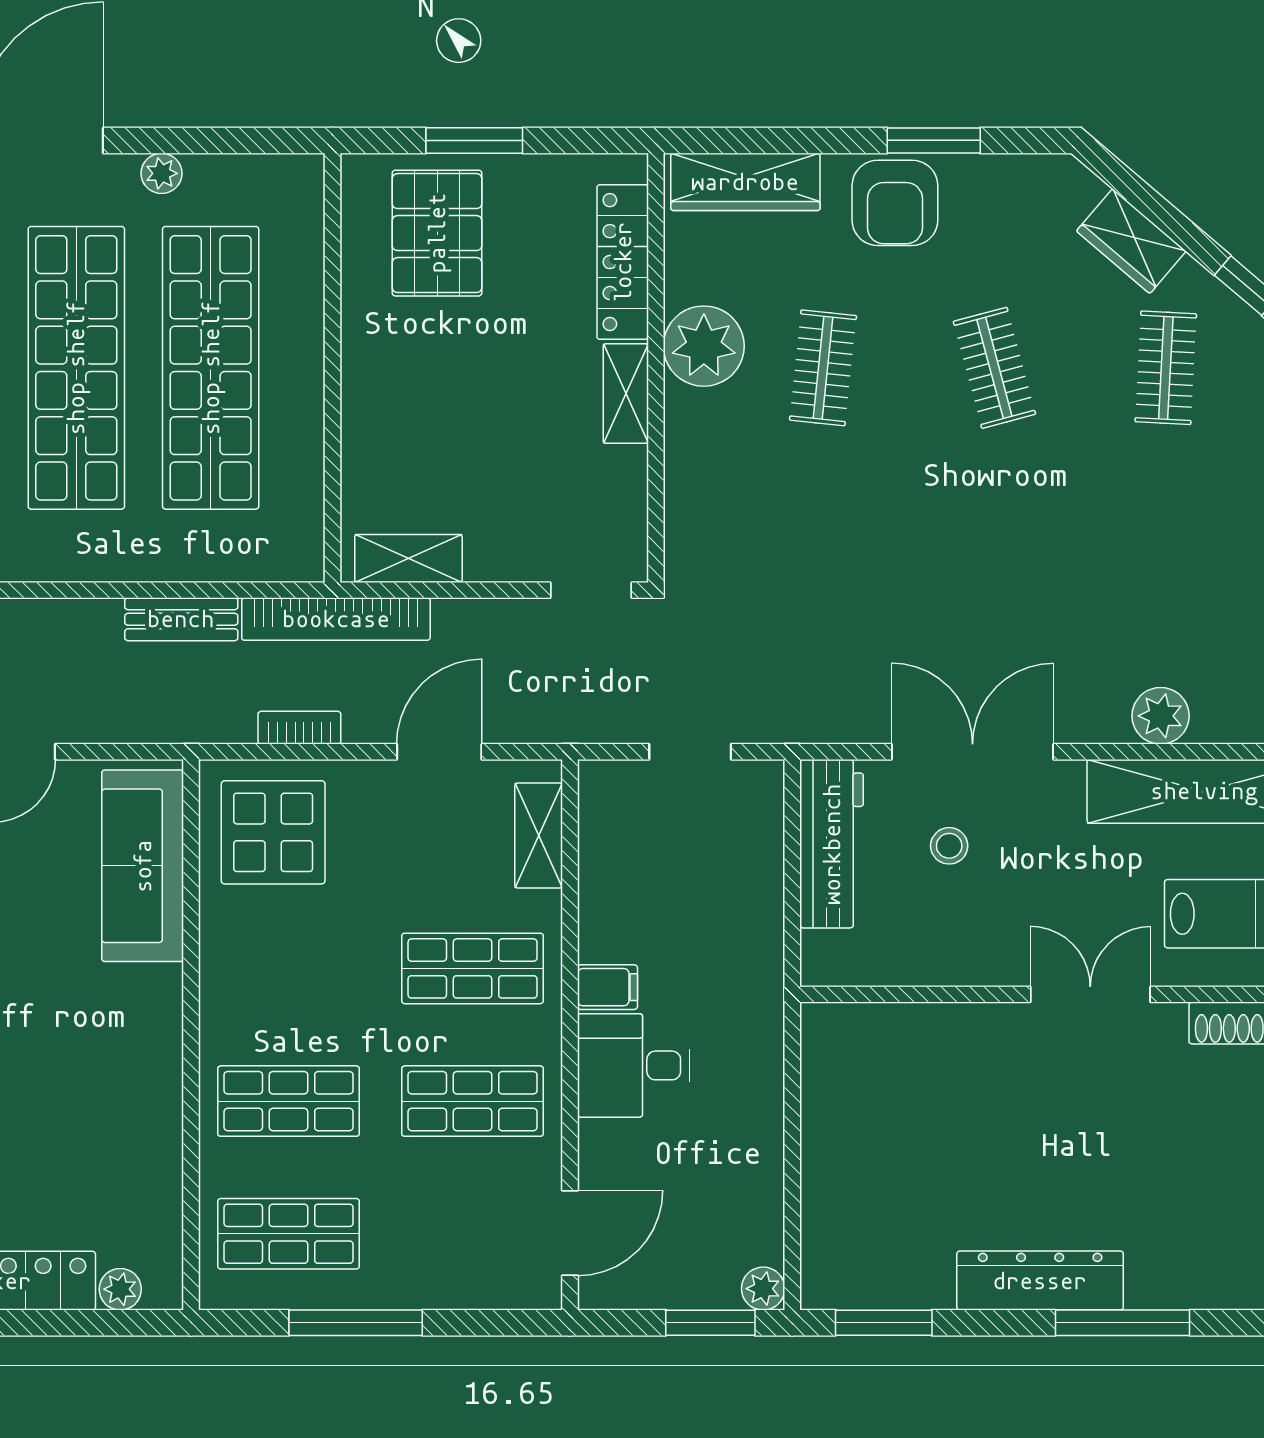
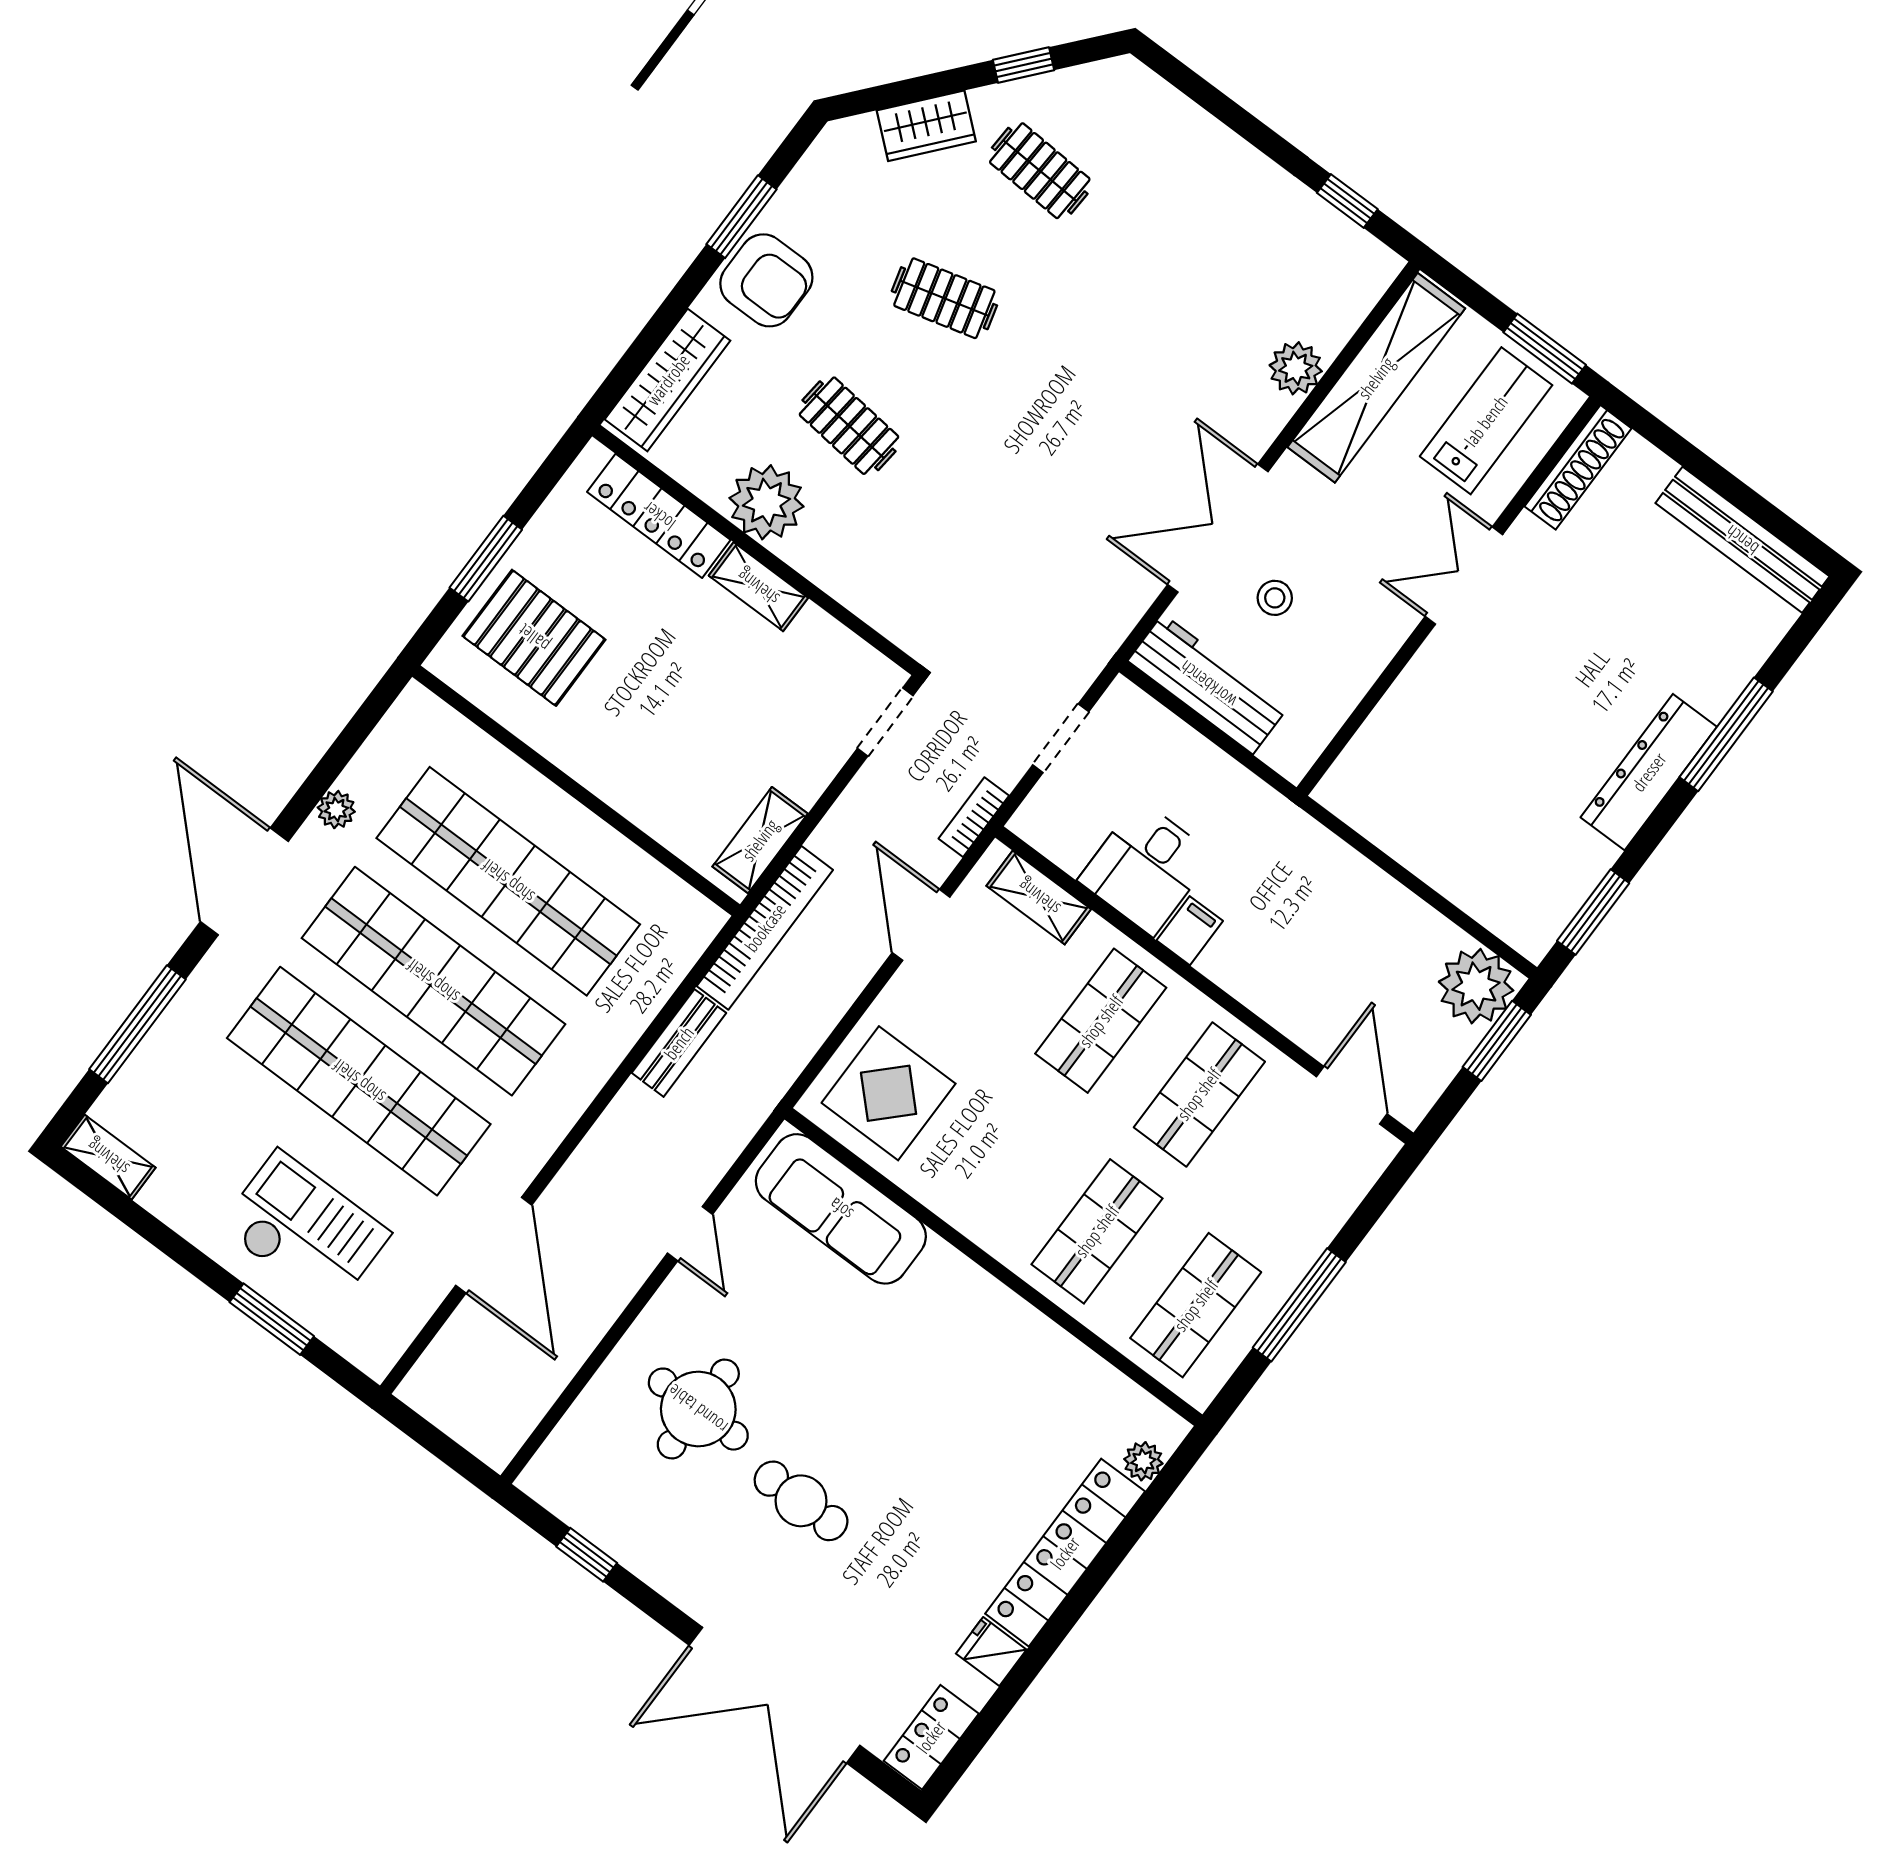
bookcase: (299, 728) -> (974, 817), moved
desk: (633, 1065) -> (1146, 868), moved
plant: (763, 1289) -> (1476, 986), width x1.88, depth x1.88

